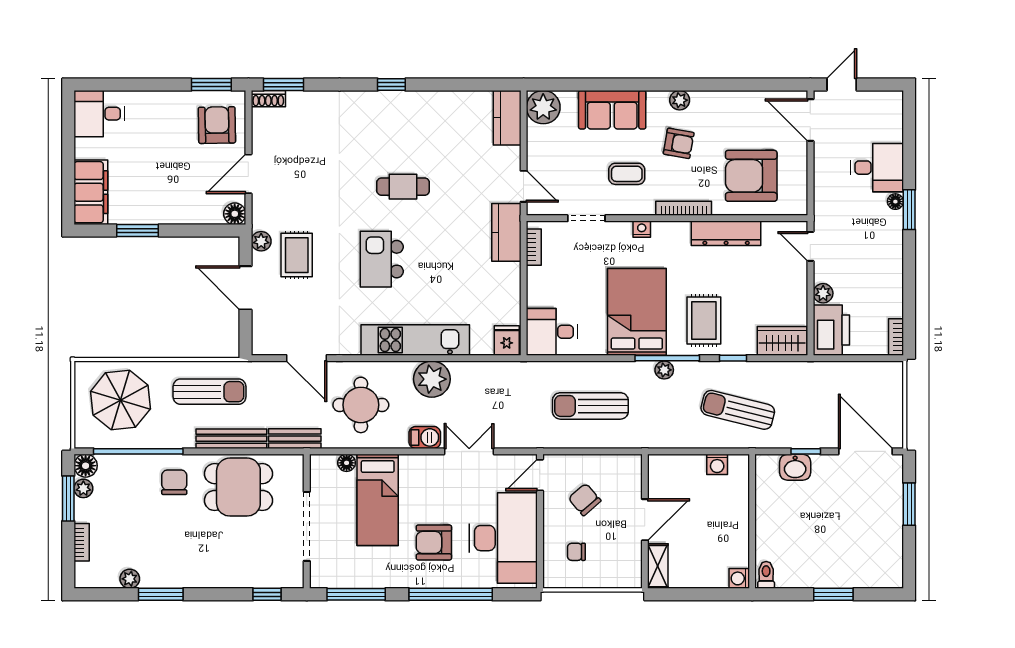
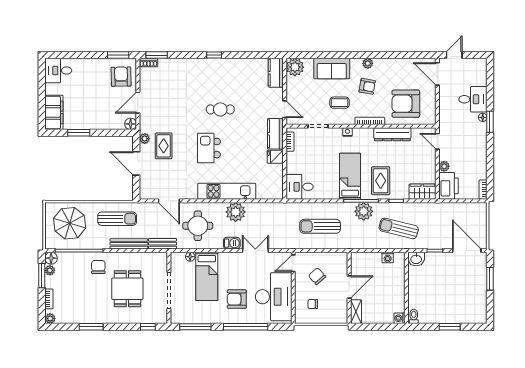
bed: (637, 312) -> (350, 176), width x0.67
fridge: (507, 341) -> (275, 157), moved, turned -90
plant: (664, 370) -> (364, 211), width x1.88, depth x1.88
washbasin: (795, 467) -> (416, 259), moved
dining table: (238, 487) -> (127, 289), moved, turned 90
plant: (130, 579) -> (50, 318), moved

